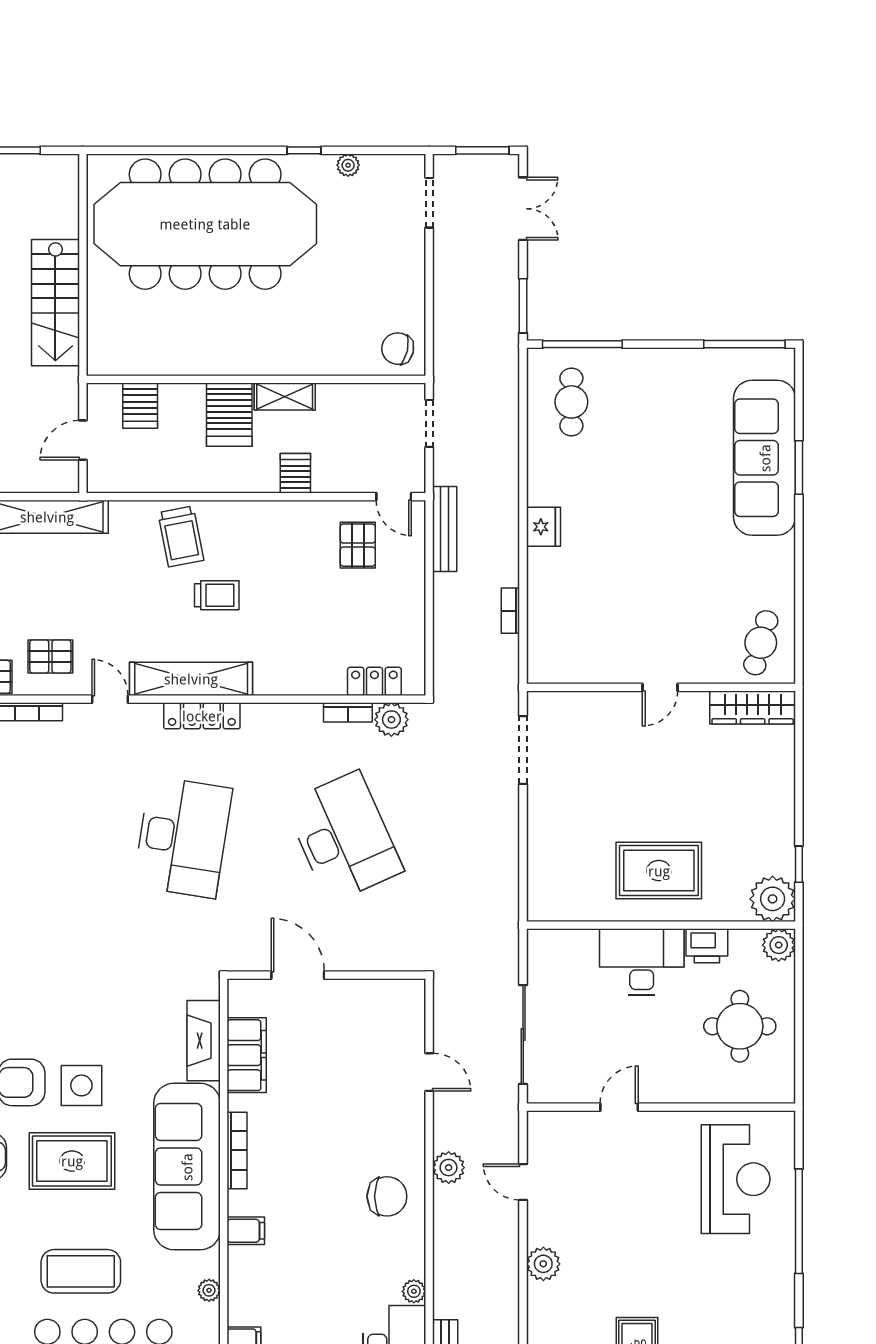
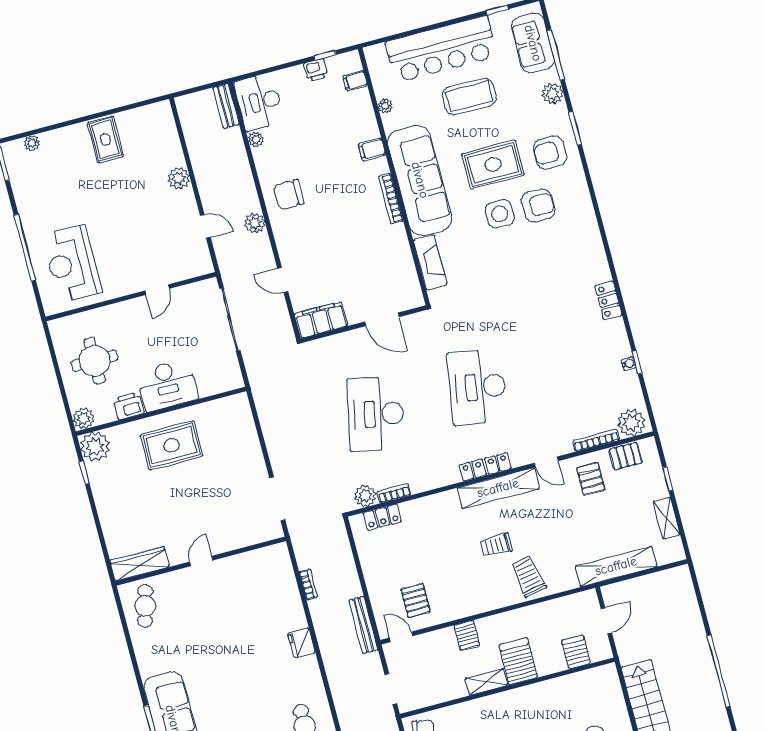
pallet: (50, 656) -> (591, 479), turned 90
desk: (344, 837) -> (376, 414), turned 36
filing cabinet: (247, 1055) -> (321, 320), moved, turned 90

